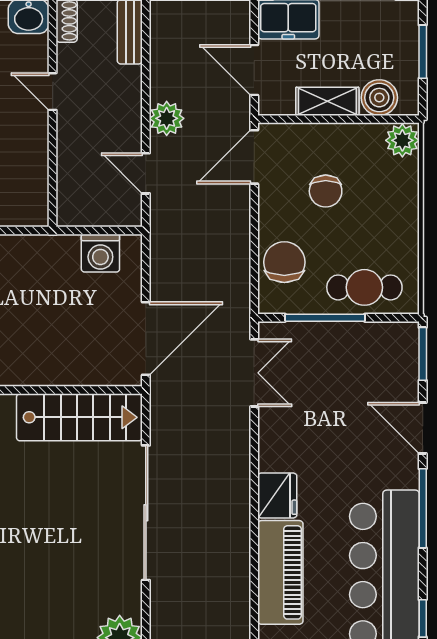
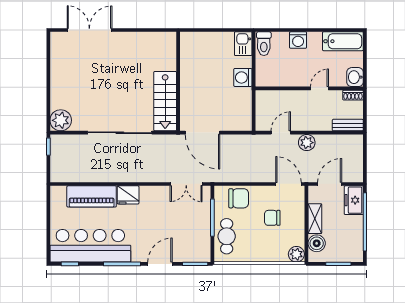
washing machine: (100, 253) -> (243, 77), moved

